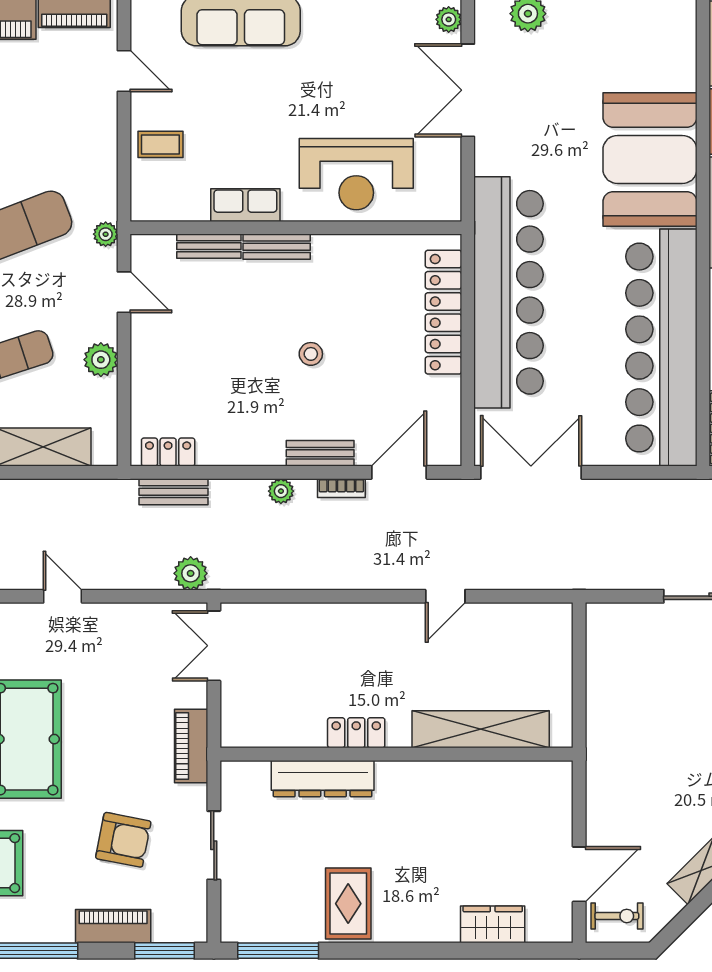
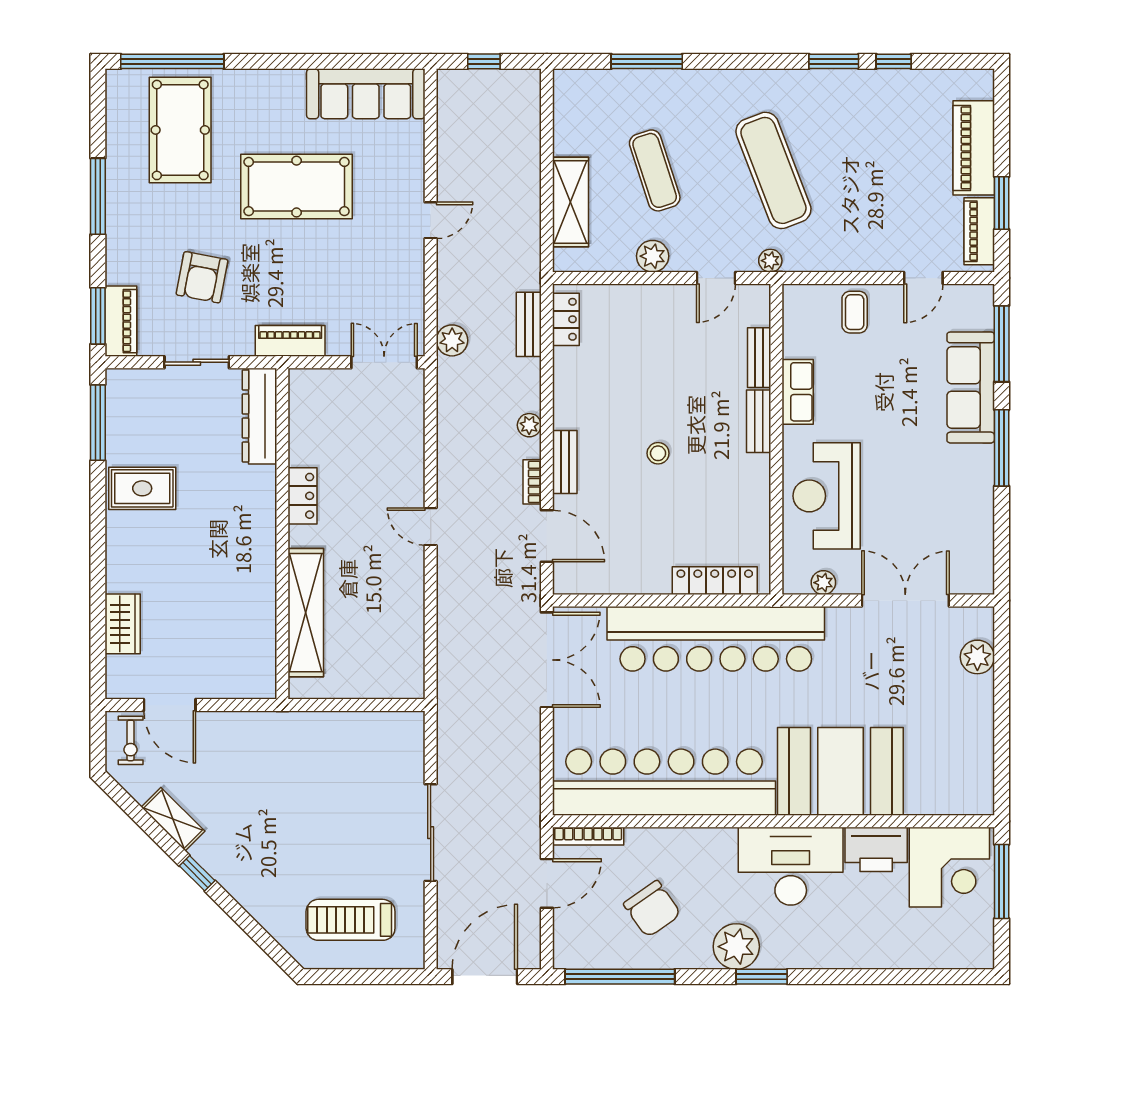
plant: (449, 19) -> (823, 583), moved
locker: (443, 312) -> (715, 581), width x0.71, depth x0.83
door: (445, 596) -> (431, 527), moved
dresser: (323, 779) -> (259, 416), moved
piano: (113, 926) -> (121, 321), moved

